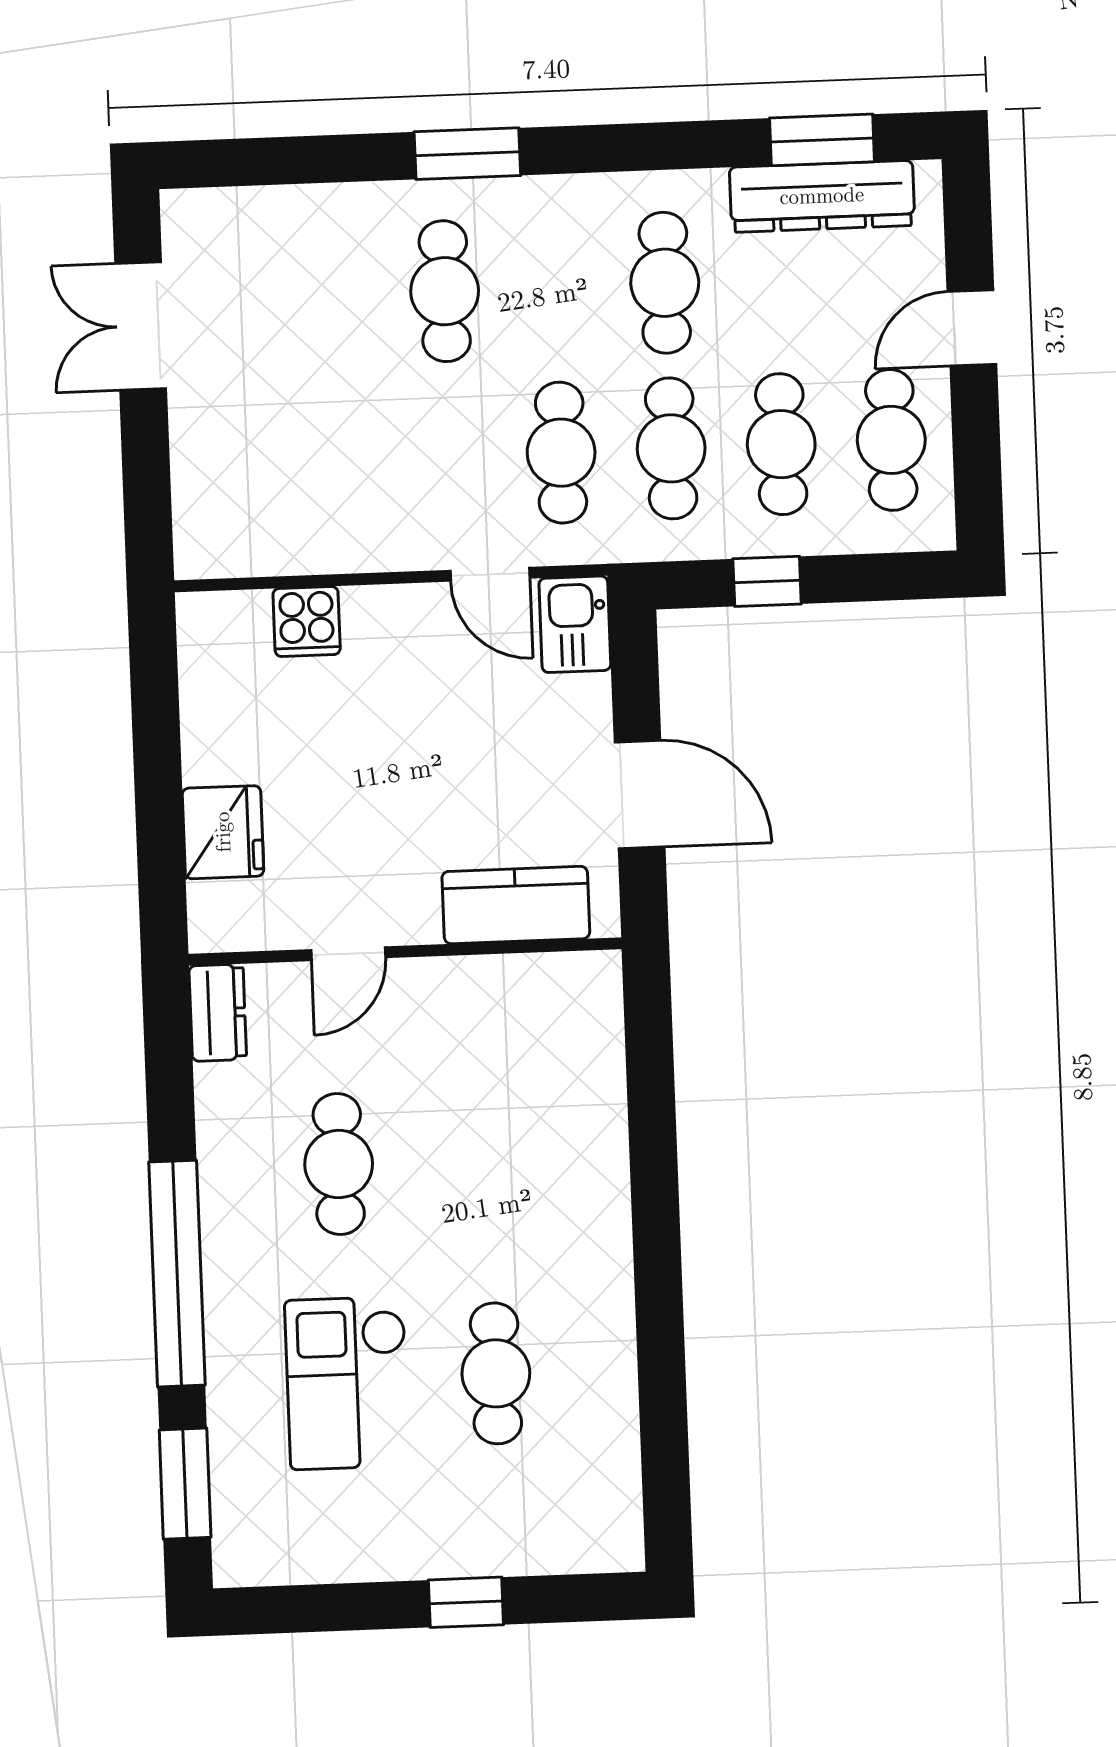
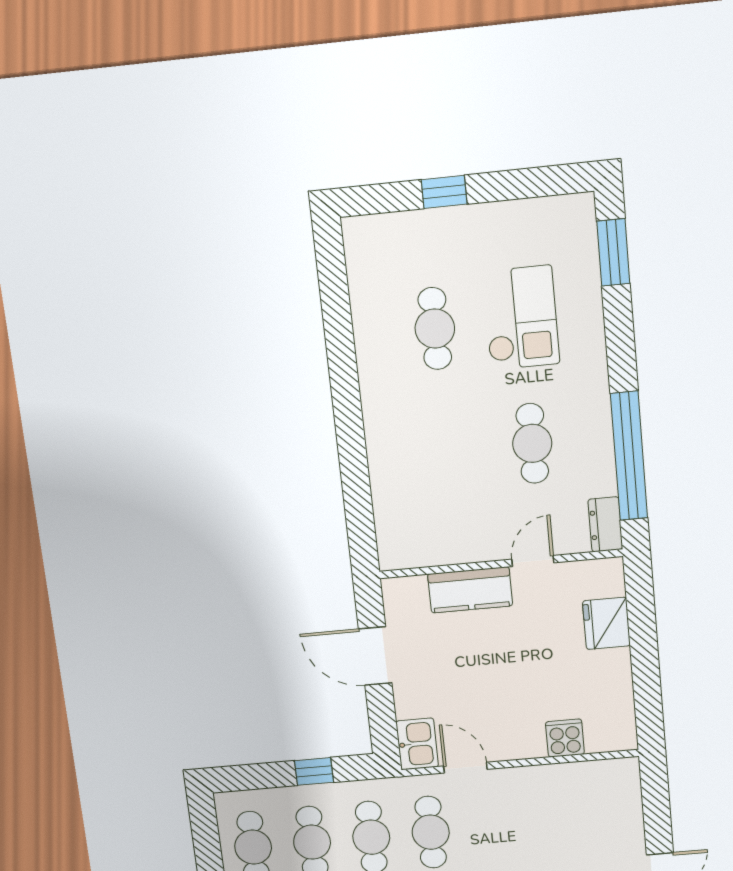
kitchen counter: (516, 905) -> (470, 590), moved
window: (177, 1274) -> (629, 456), moved

